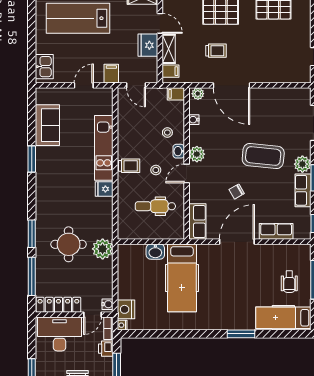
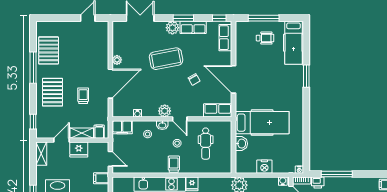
door: (136, 85) -> (110, 159), hinge flipped
filing cabinet: (176, 94) -> (122, 127), width x2.00
plant: (198, 94) -> (117, 60), moved
coffee table: (263, 156) -> (166, 59), turned 73
row of seats: (276, 231) -> (225, 38), moved
nightstand: (126, 309) -> (264, 167), moved

